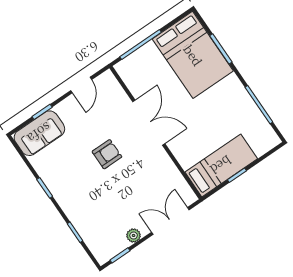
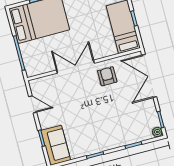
armchair: (107, 154) -> (107, 76), moved
double door: (170, 221) -> (149, 76), width x1.37
plant: (134, 235) -> (157, 132), moved

